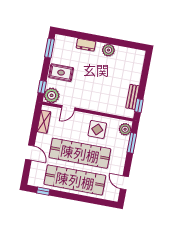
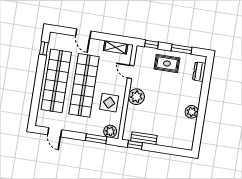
dresser: (86, 45) -> (199, 72), moved
window: (49, 48) -> (181, 49), moved
rug: (61, 73) -> (167, 63), turned 90
plant: (52, 95) -> (136, 97), moved
door: (30, 153) -> (83, 34), hinge flipped
door: (124, 183) -> (55, 132), swing flipped

